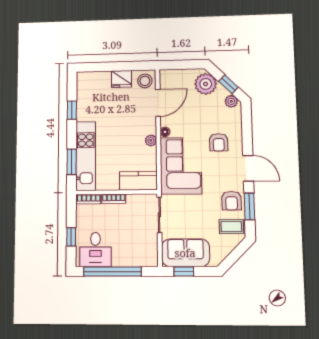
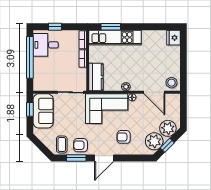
fridge: (121, 79) -> (173, 38), moved
plant: (231, 101) -> (154, 141), width x1.87, depth x1.87
window: (72, 110) -> (150, 27), removed

